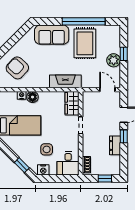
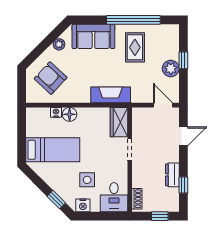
plant: (24, 41) -> (59, 44), added
rug: (85, 43) -> (135, 47), width x0.73, depth x0.70
window: (124, 136) -> (183, 185), moved

